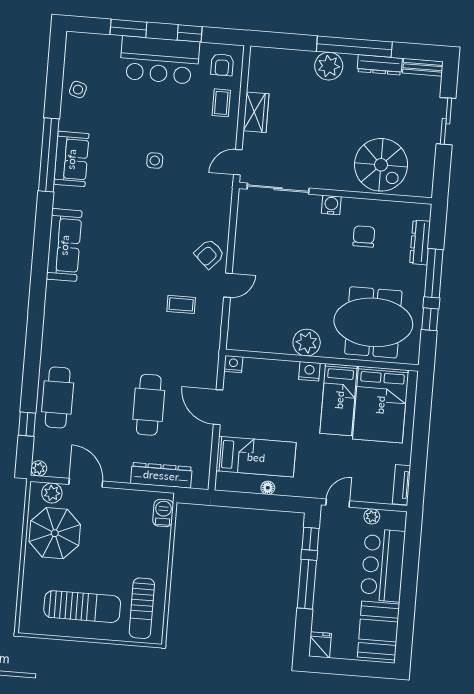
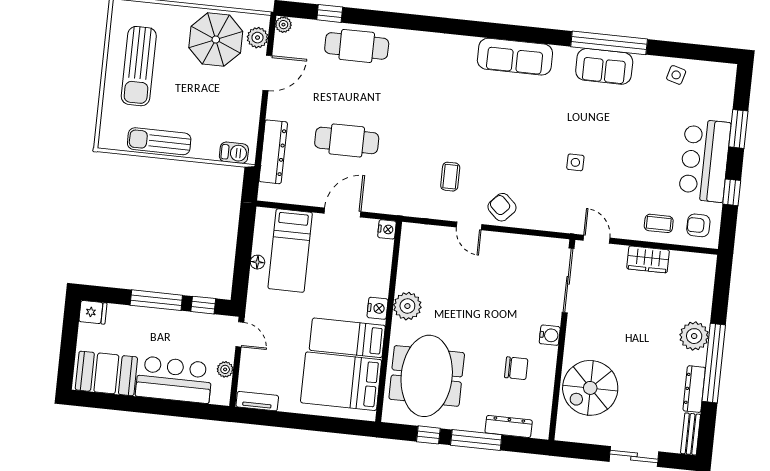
side table: (155, 161) -> (575, 162), moved
sun lounger: (142, 608) -> (159, 141), moved

